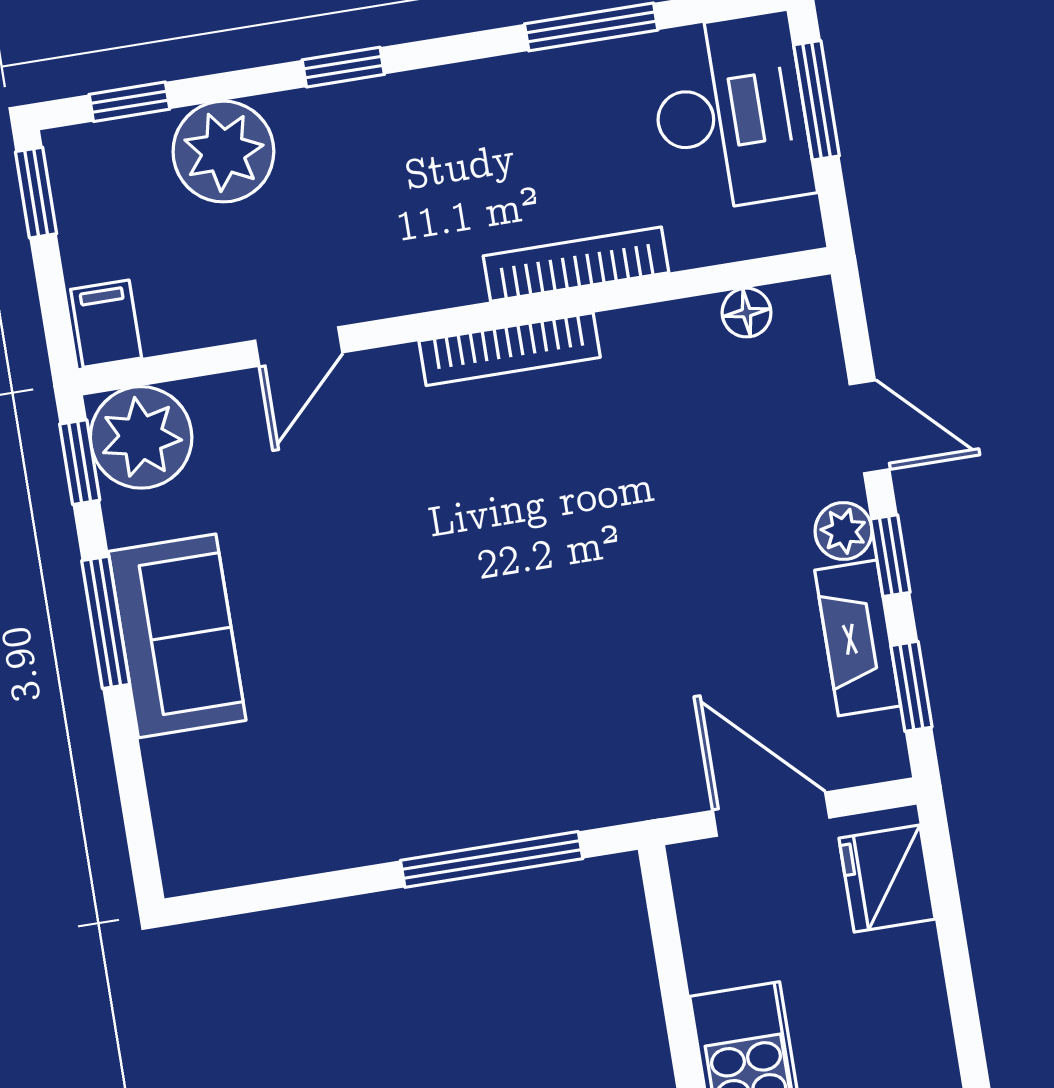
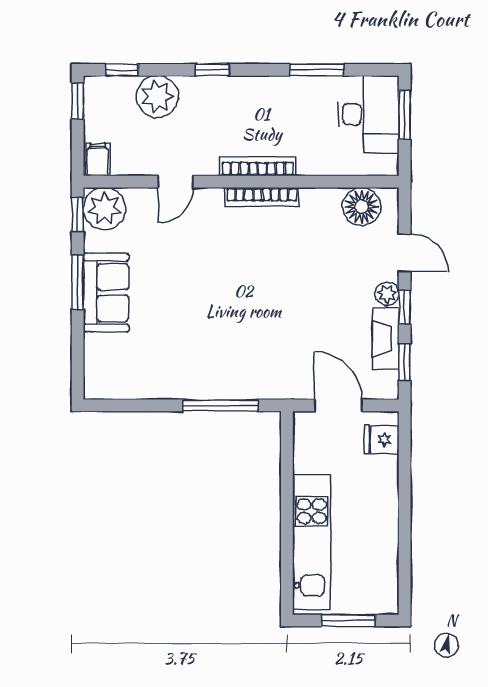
bookcase: (576, 264) -> (258, 166), moved
floor lamp: (747, 313) -> (362, 207), width x1.89, depth x1.89
fridge: (887, 879) -> (382, 440), width x0.72

